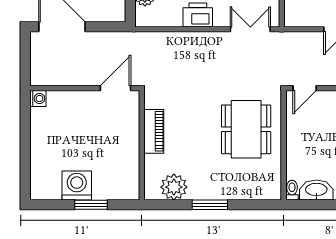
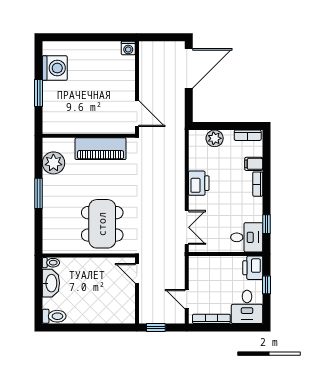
dining table: (246, 129) -> (102, 224), turned 90
piano: (154, 131) -> (101, 149), width x1.37, depth x1.33
washing machine: (77, 186) -> (55, 68), moved

